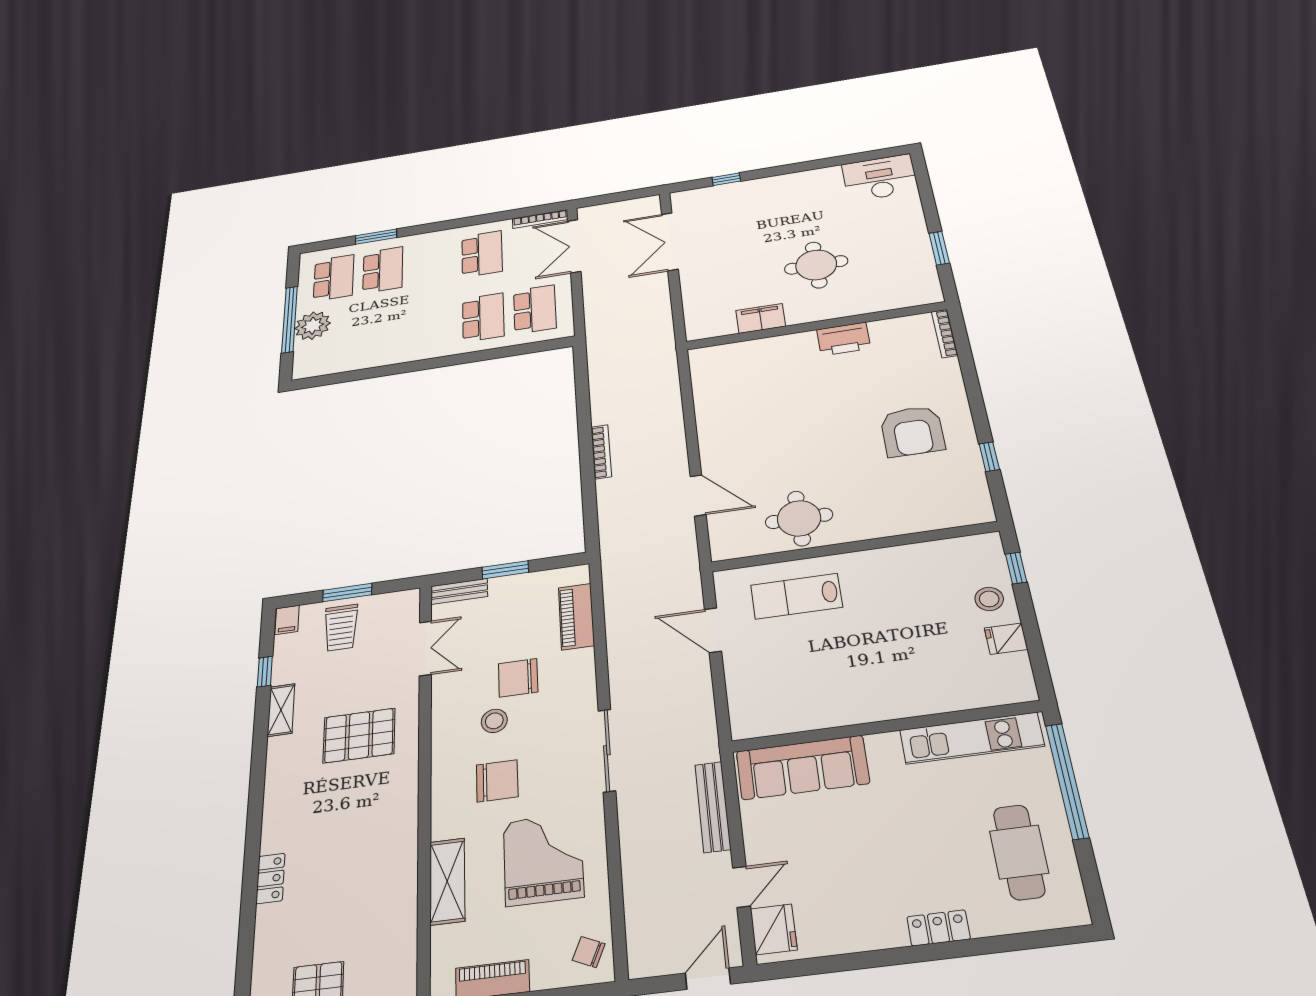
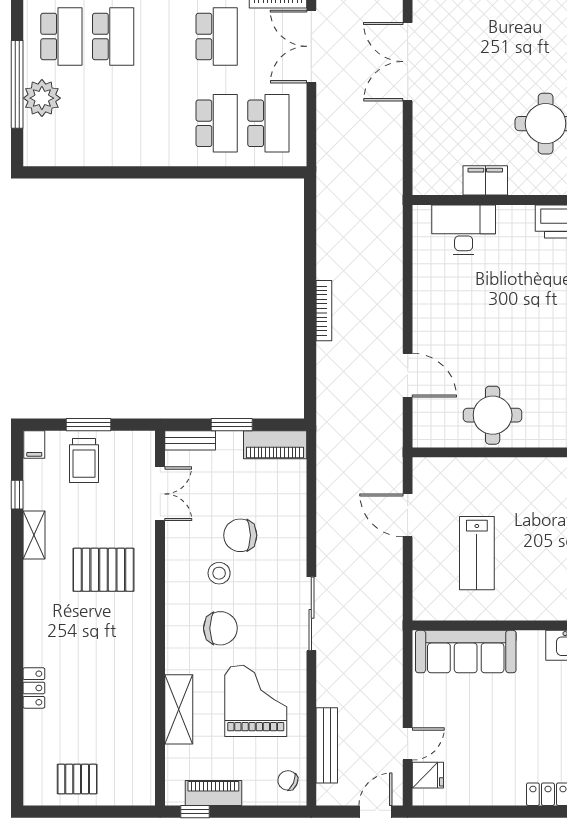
desk: (743, 361) -> (464, 230), added
lab bench: (796, 596) -> (477, 553), moved, turned -90
piano: (576, 616) -> (275, 445), moved, turned -90
bench: (713, 807) -> (327, 745), moved
fridge: (774, 929) -> (428, 775), width x0.72

